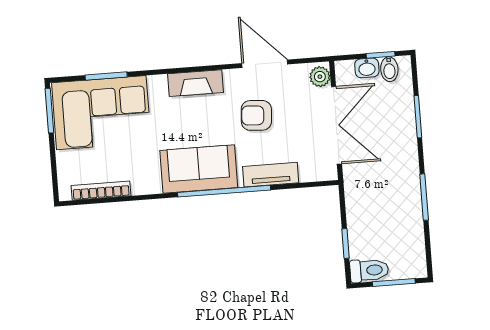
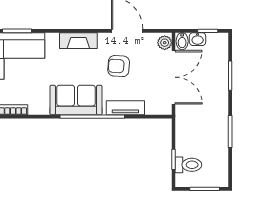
bidet: (389, 69) -> (182, 41), moved
toilet: (369, 270) -> (188, 165), moved

